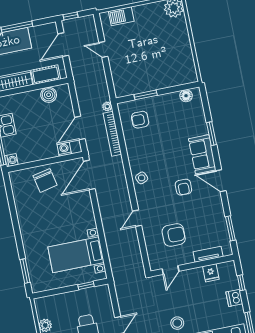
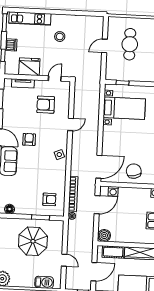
parasol: (147, 63) -> (33, 241), added
boiler: (49, 95) -> (104, 236), moved
fridge: (211, 273) -> (29, 67), width x1.88, depth x1.34

